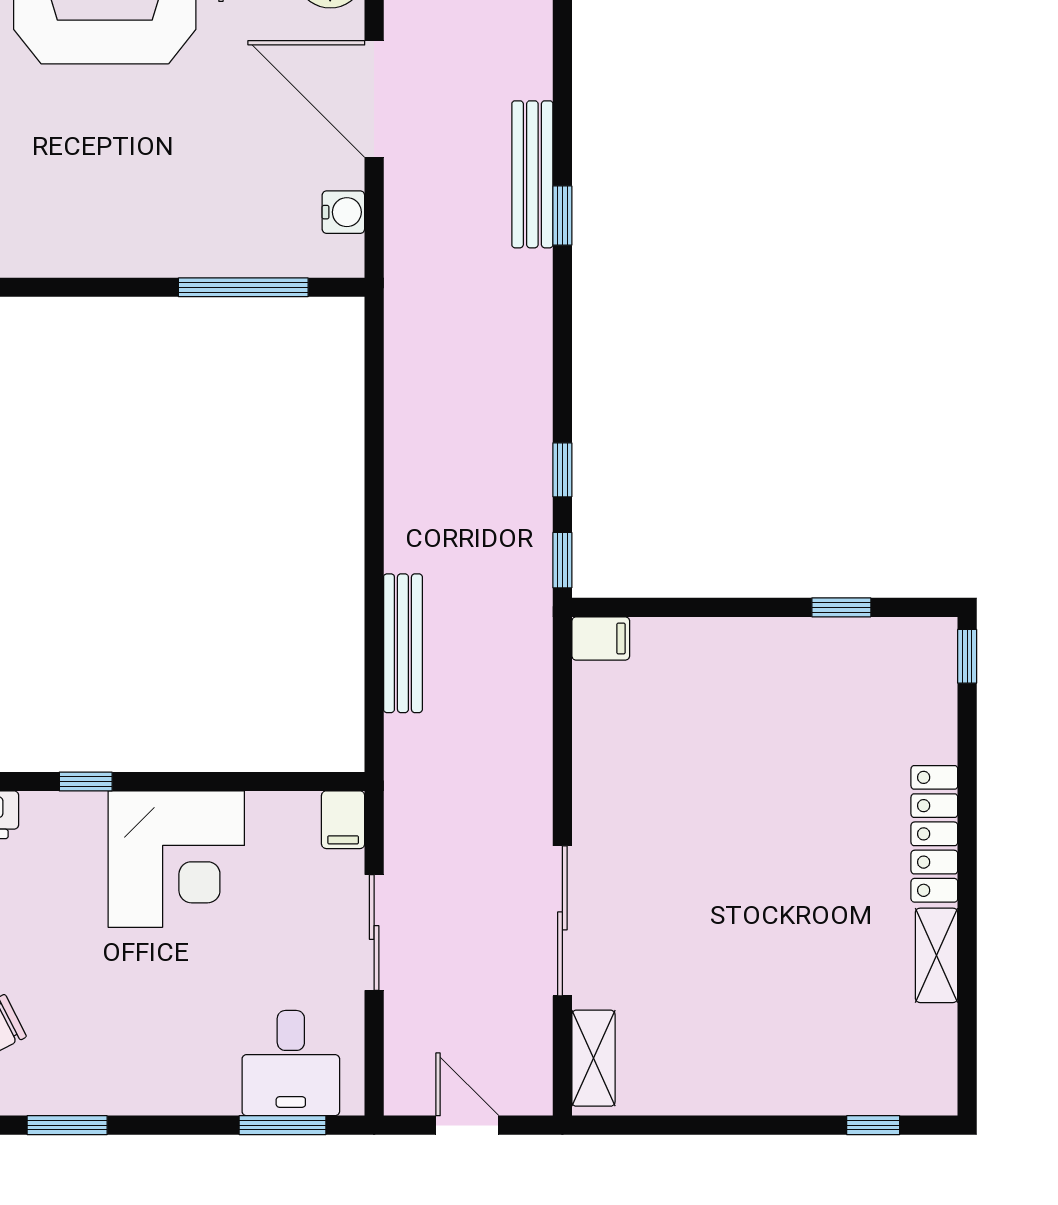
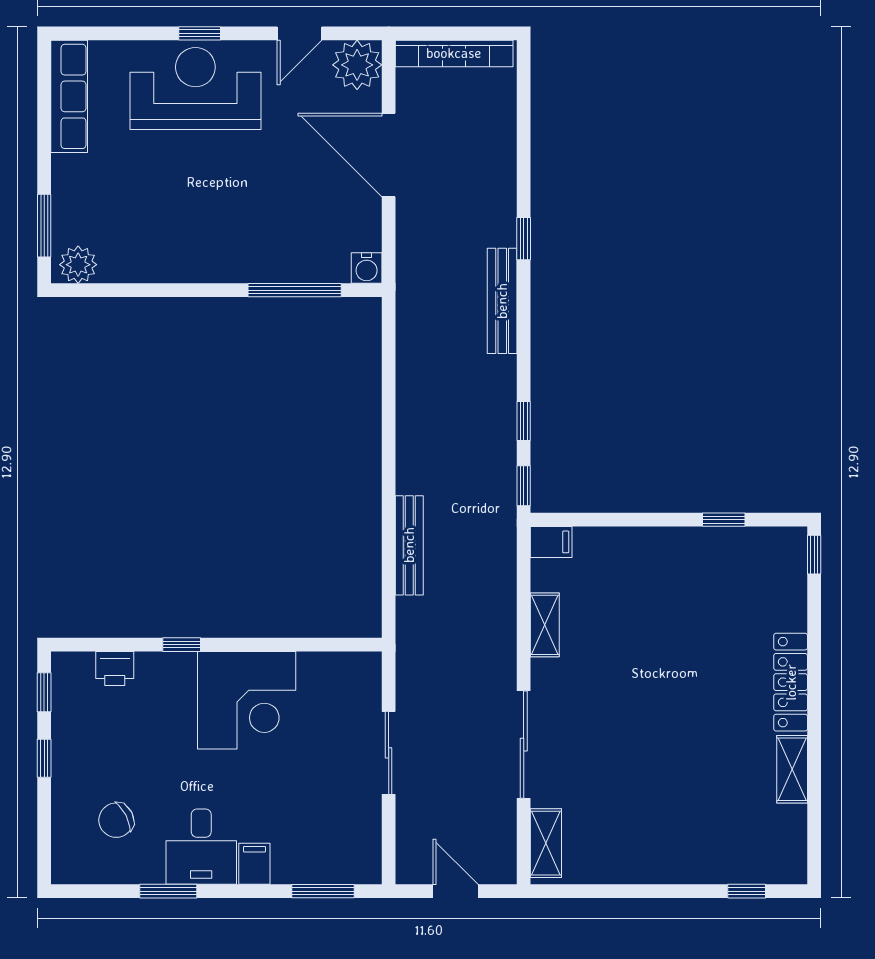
bench: (532, 174) -> (502, 301), moved
water cooler: (343, 212) -> (367, 268), moved, turned 90
shelving: (592, 754) -> (545, 625), added
filing cabinet: (343, 820) -> (254, 864), moved, turned 180
desk: (291, 1063) -> (201, 847), moved

